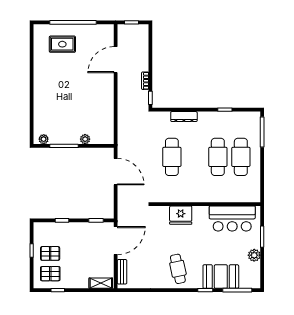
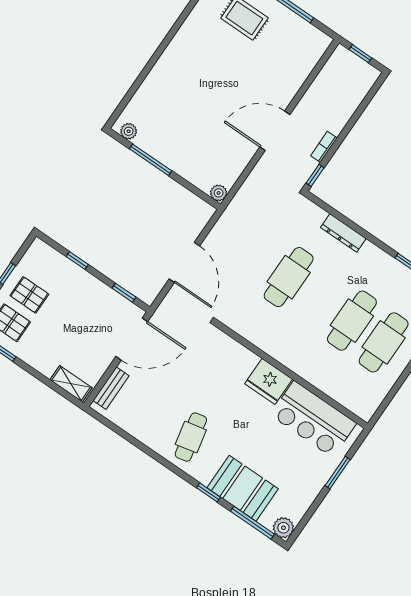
door: (116, 60) -> (275, 131), moved
plant: (85, 139) -> (219, 193), moved
door: (116, 172) -> (184, 262), moved
fridge: (181, 215) -> (269, 381), moved
plant: (254, 255) -> (283, 528), moved

